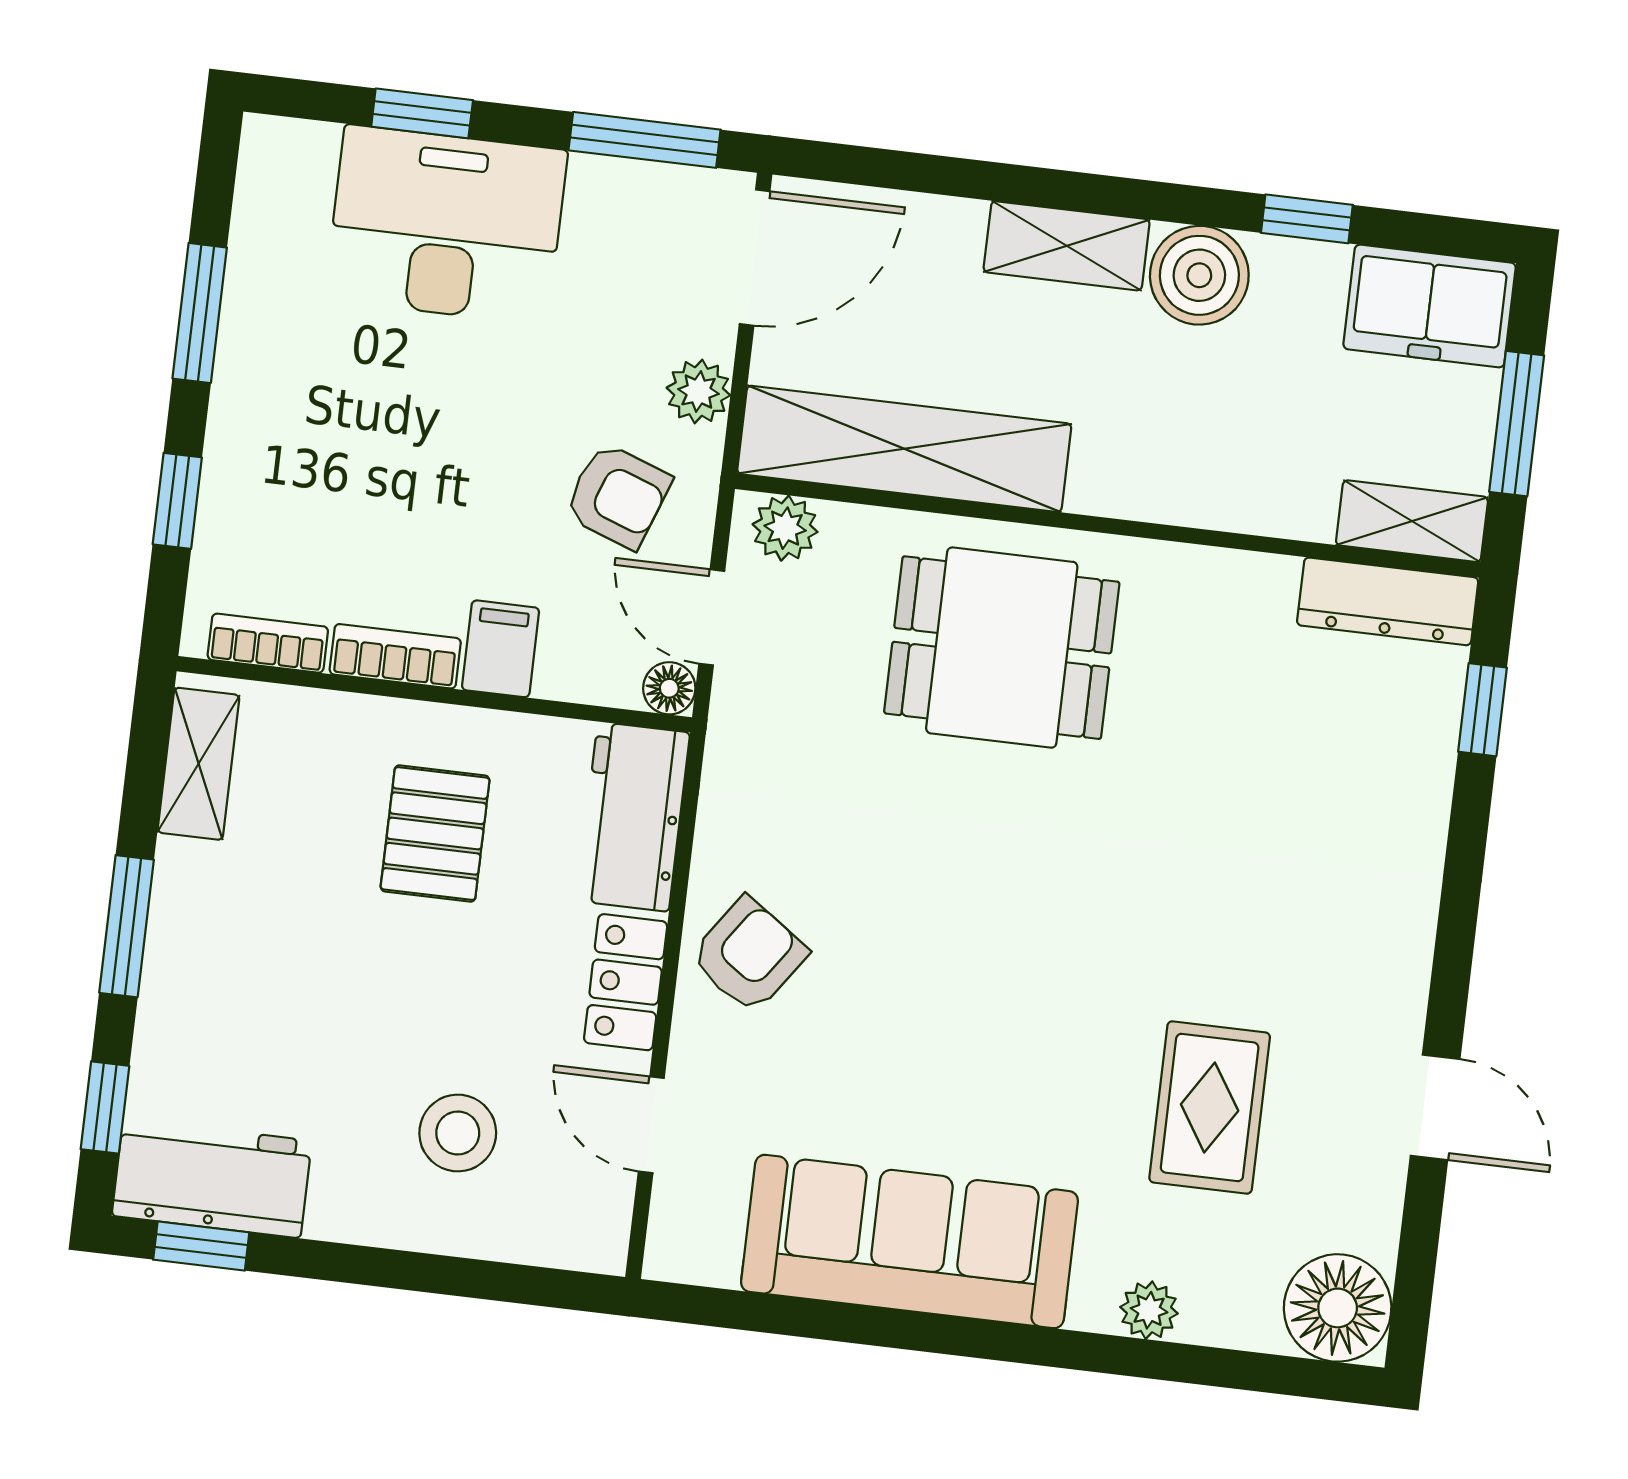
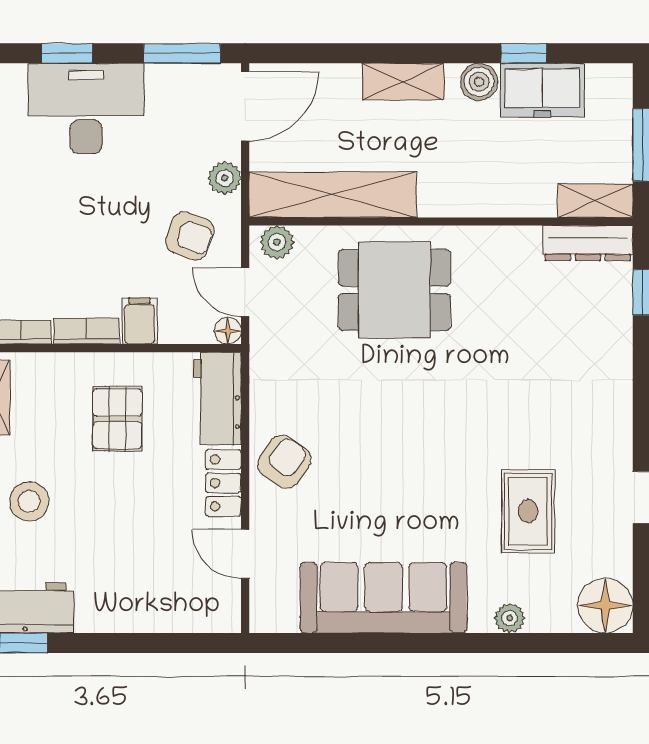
boiler: (1199, 275) -> (479, 82), width x0.73, depth x0.73
freezer: (1430, 306) -> (542, 90), moved
stool: (458, 1133) -> (29, 501), moved

